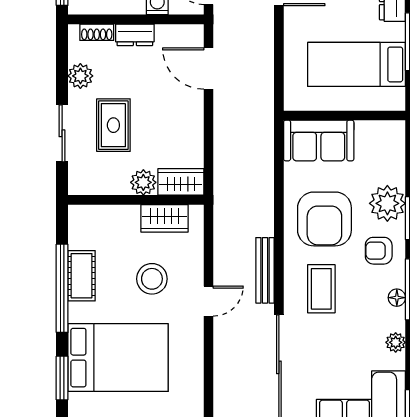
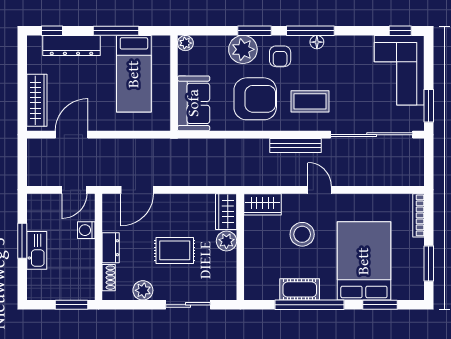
rug: (113, 125) -> (175, 250), moved
wardrobe: (164, 218) -> (262, 204), moved, turned 90
plant: (396, 342) -> (185, 43), moved

